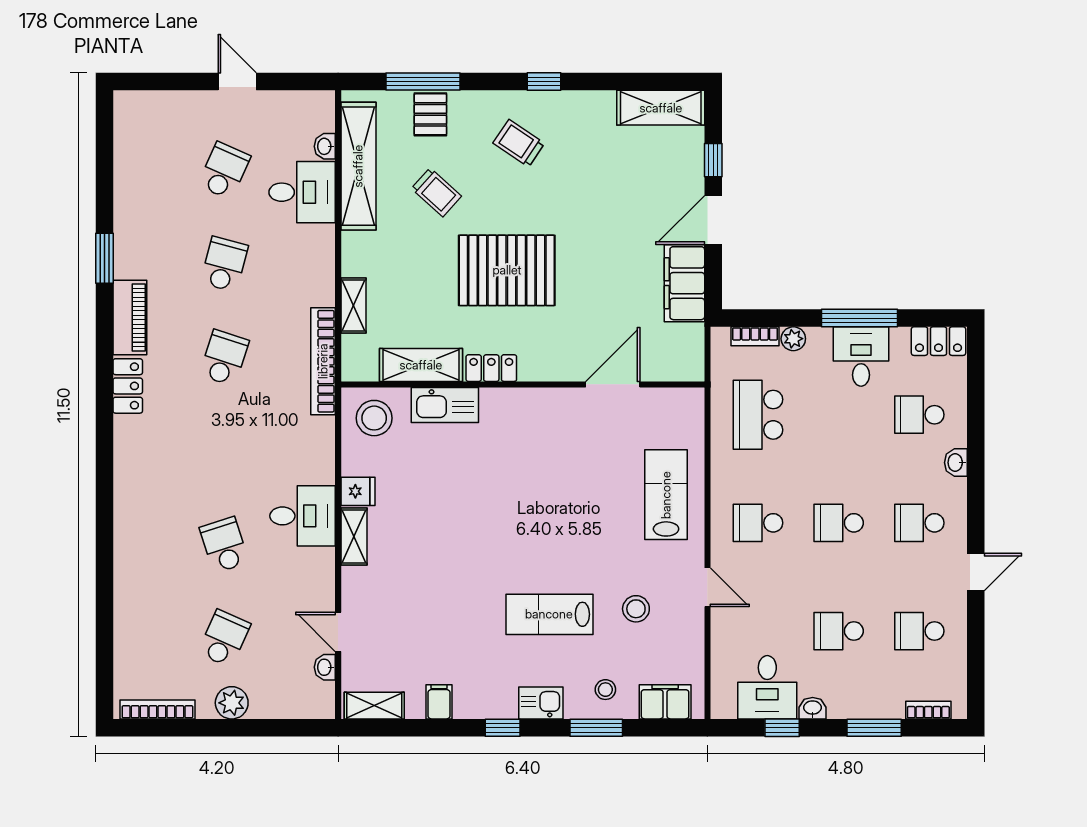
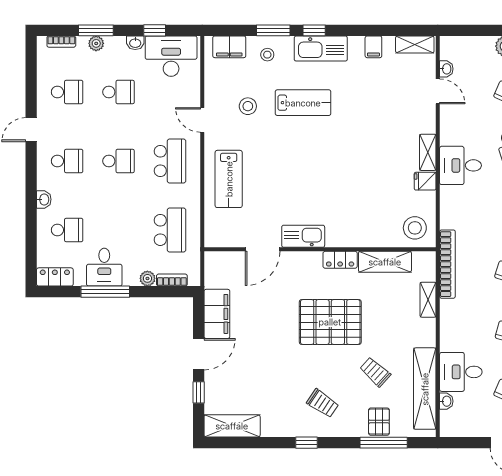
kitchen sink: (445, 405) -> (303, 236), moved
school desk: (758, 523) -> (170, 161), width x1.85
desk: (767, 687) -> (171, 56), width x1.37
kitchen sink: (541, 703) -> (321, 49), width x1.88, depth x1.24
plant: (874, 707) -> (96, 43), added
window: (503, 728) -> (314, 30), moved

